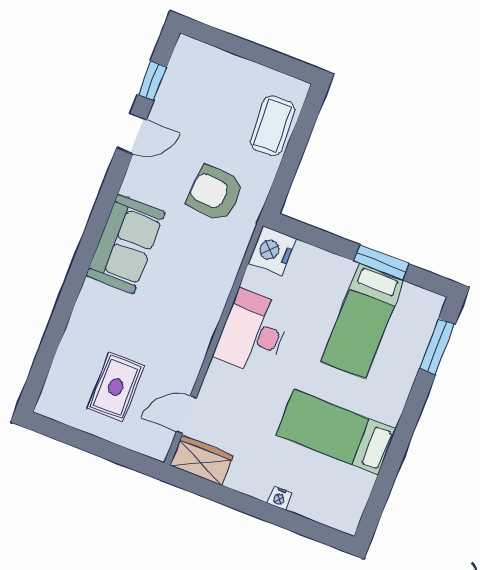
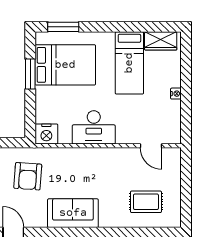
bed: (363, 321) -> (65, 65), width x1.50
rug: (116, 387) -> (146, 202), moved
wardrobe: (202, 460) -> (161, 41), moved, turned -90
nightstand: (279, 498) -> (176, 94), moved

